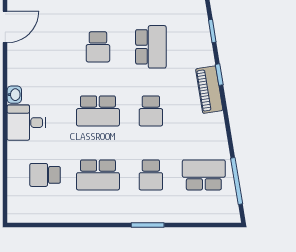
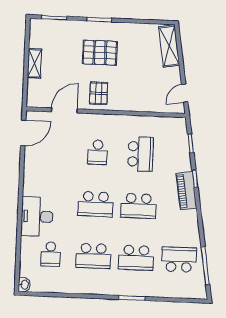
washbasin: (14, 95) -> (24, 285), moved
school desk: (151, 111) -> (138, 206), width x1.85
desk: (26, 123) -> (37, 216), width x1.37
school desk: (45, 175) -> (51, 254), turned -90
school desk: (151, 175) -> (136, 258), width x1.85

